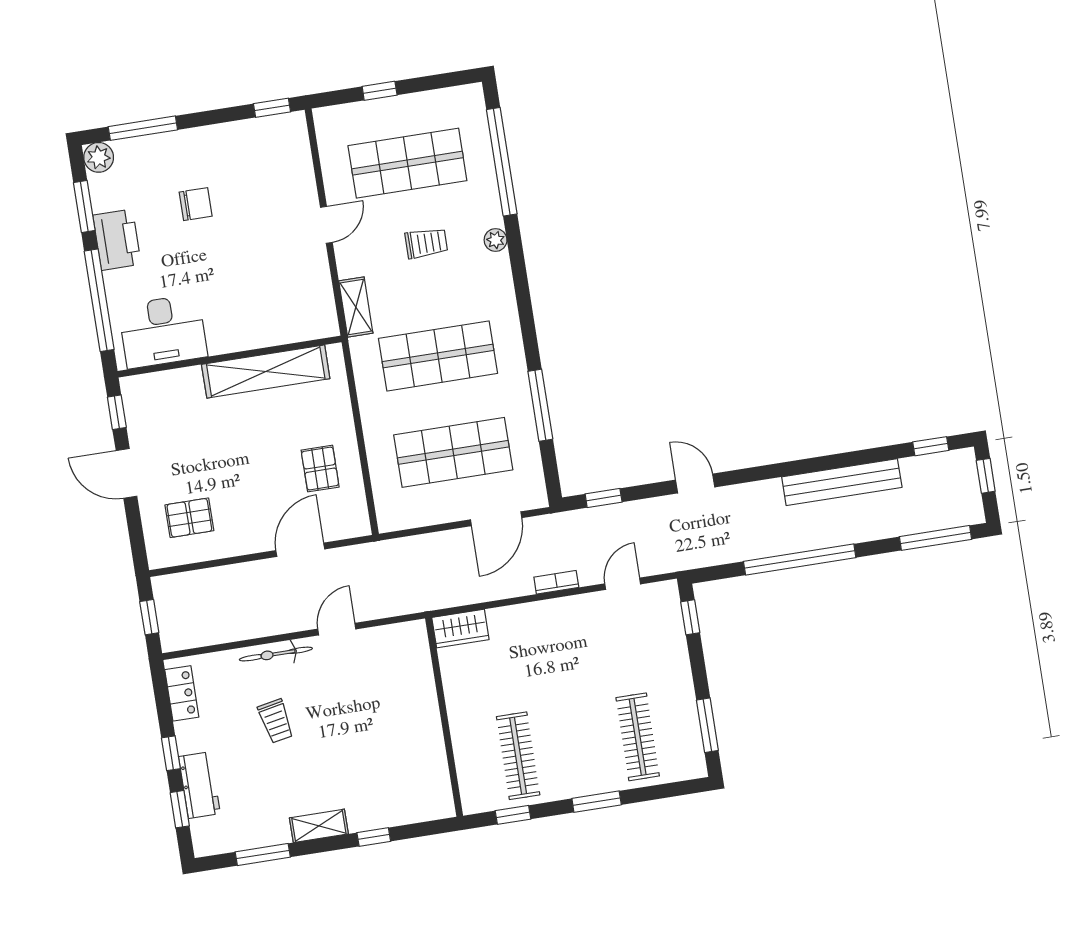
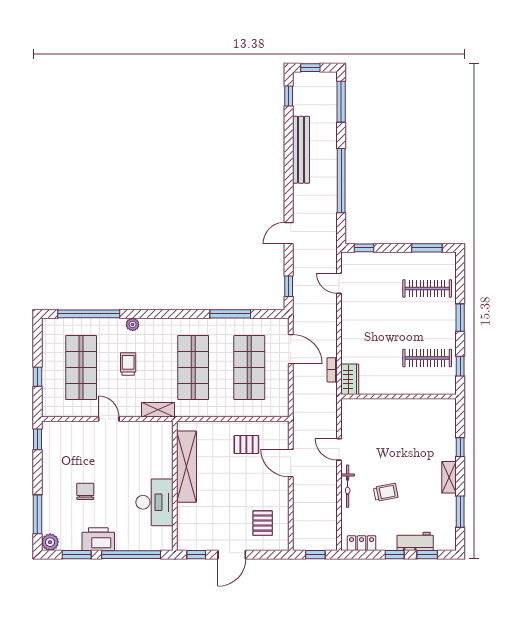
desk: (163, 331) -> (154, 502), moved
bookcase: (556, 582) -> (332, 370), moved

